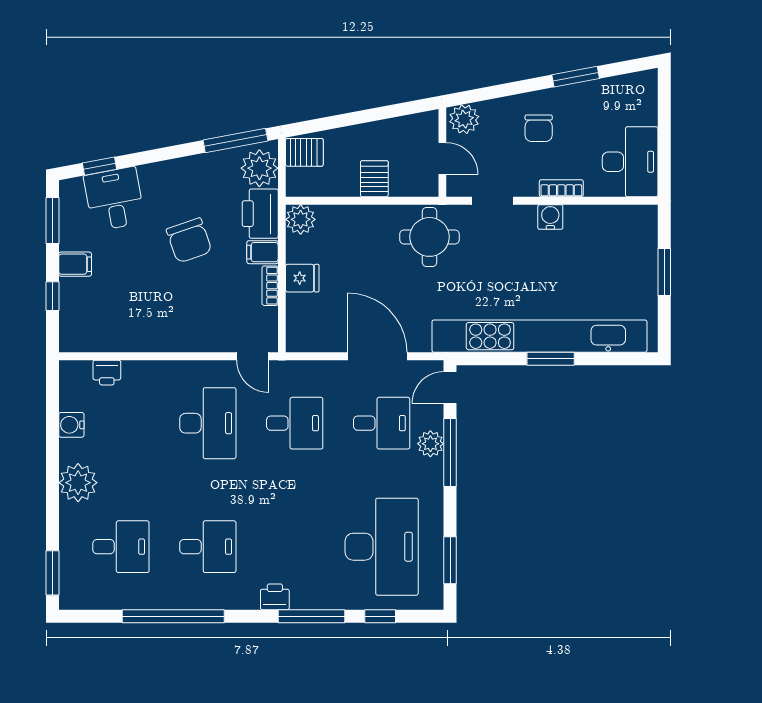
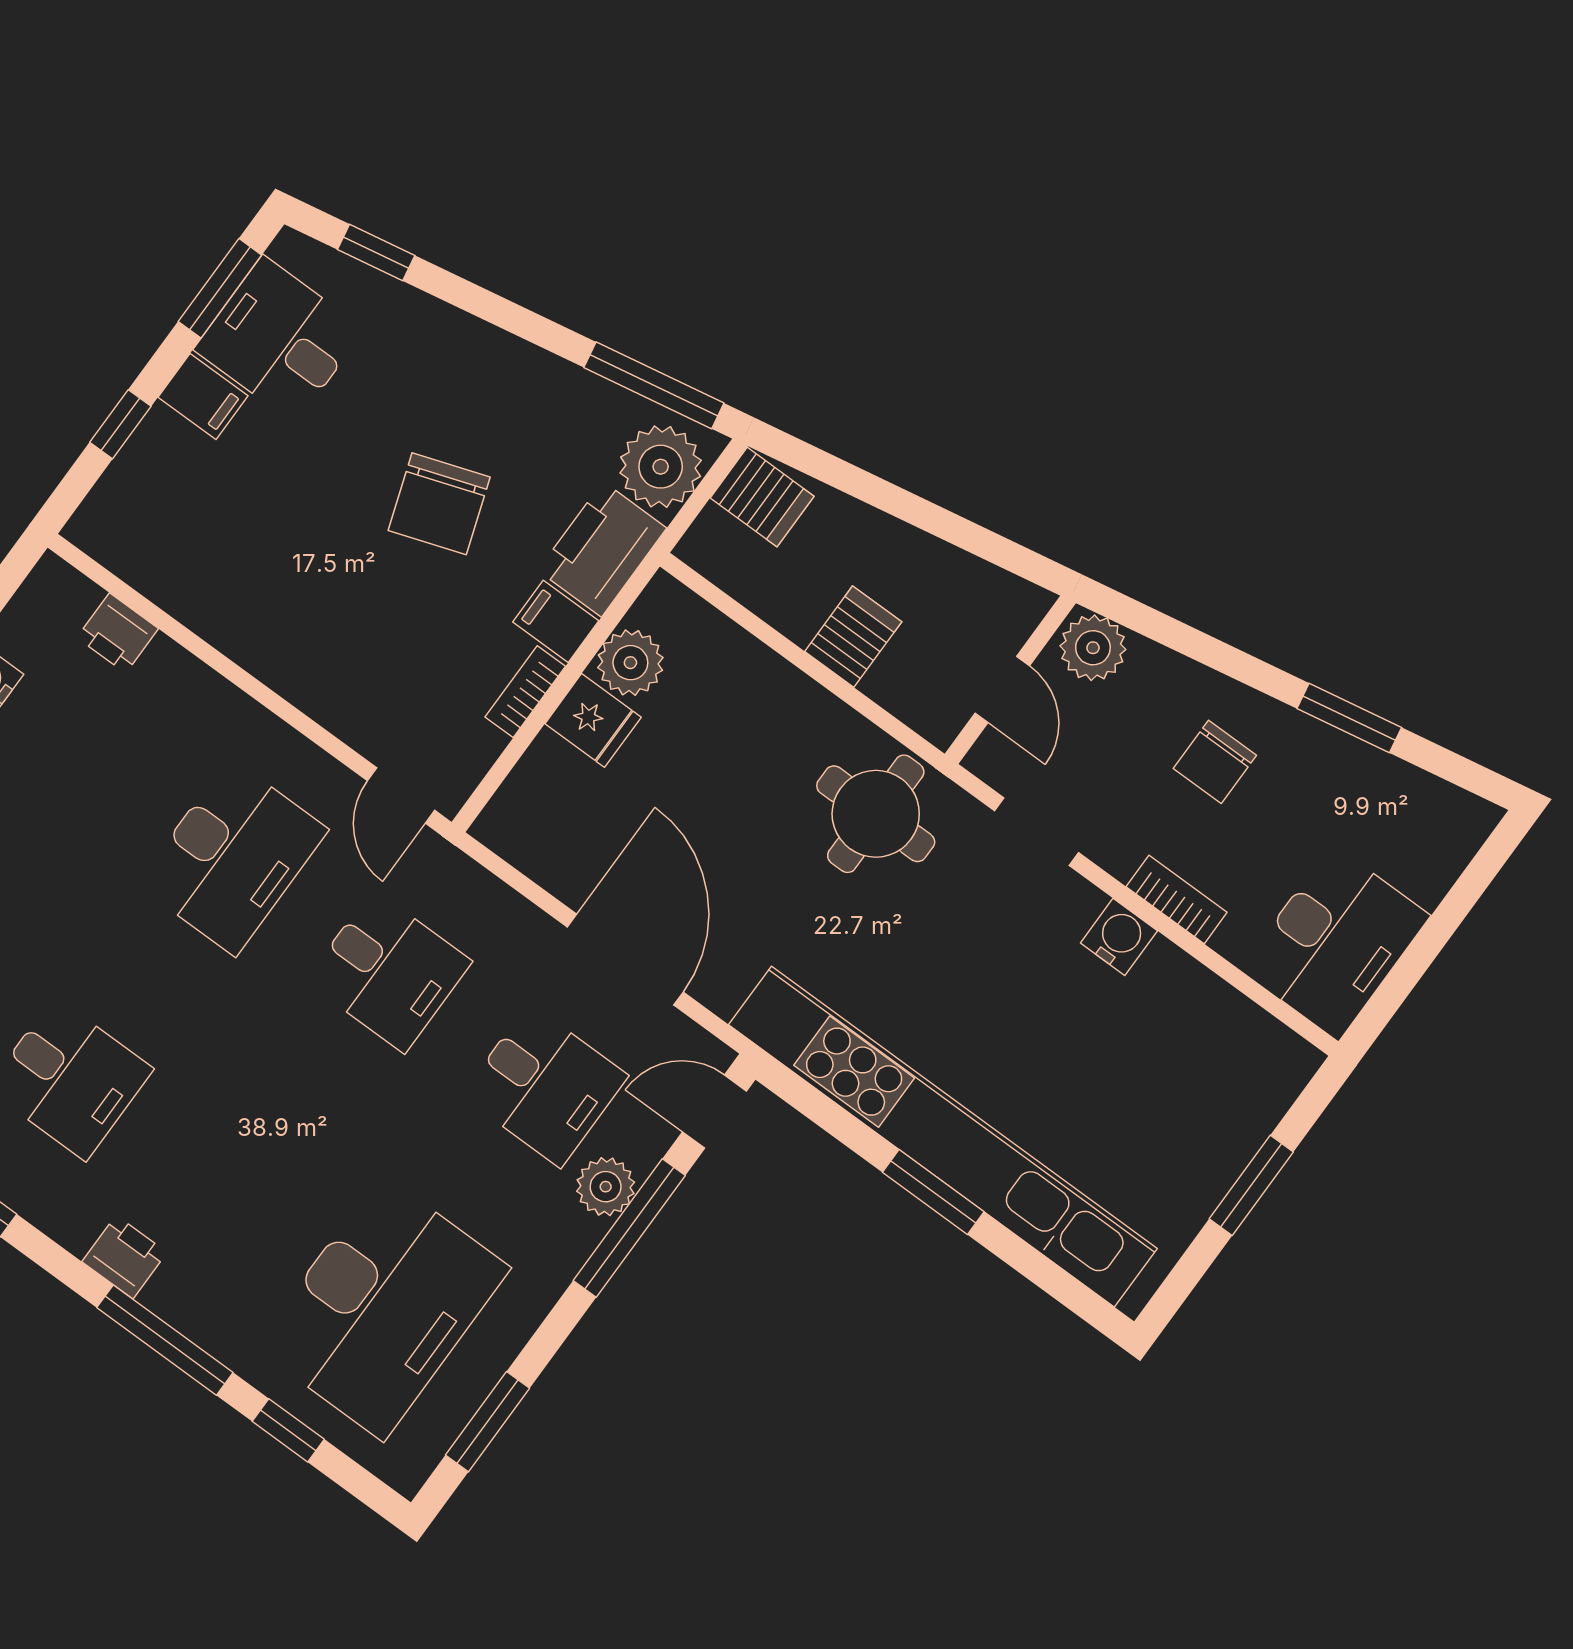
desk: (114, 199) -> (279, 340), moved, turned -79
plant: (301, 219) -> (630, 663), moved

